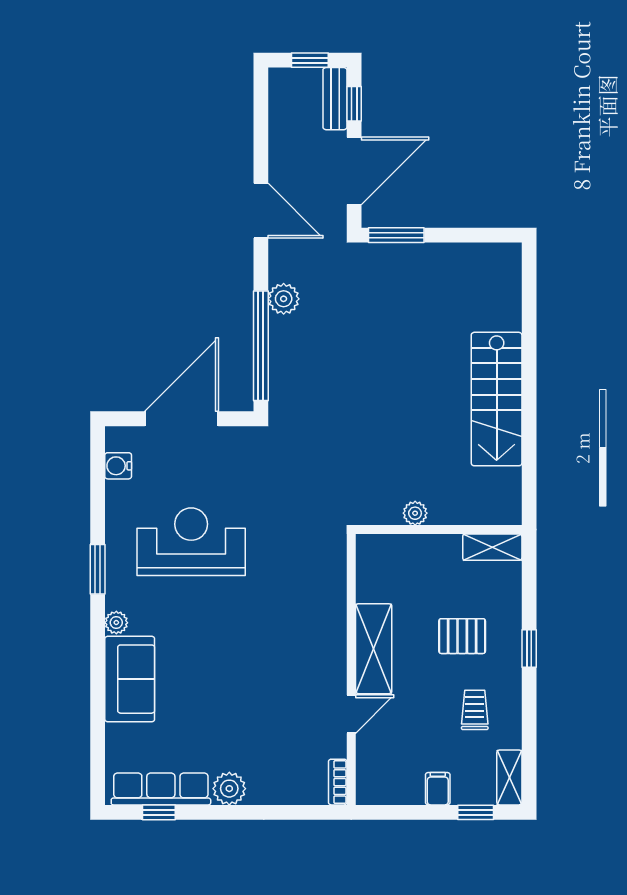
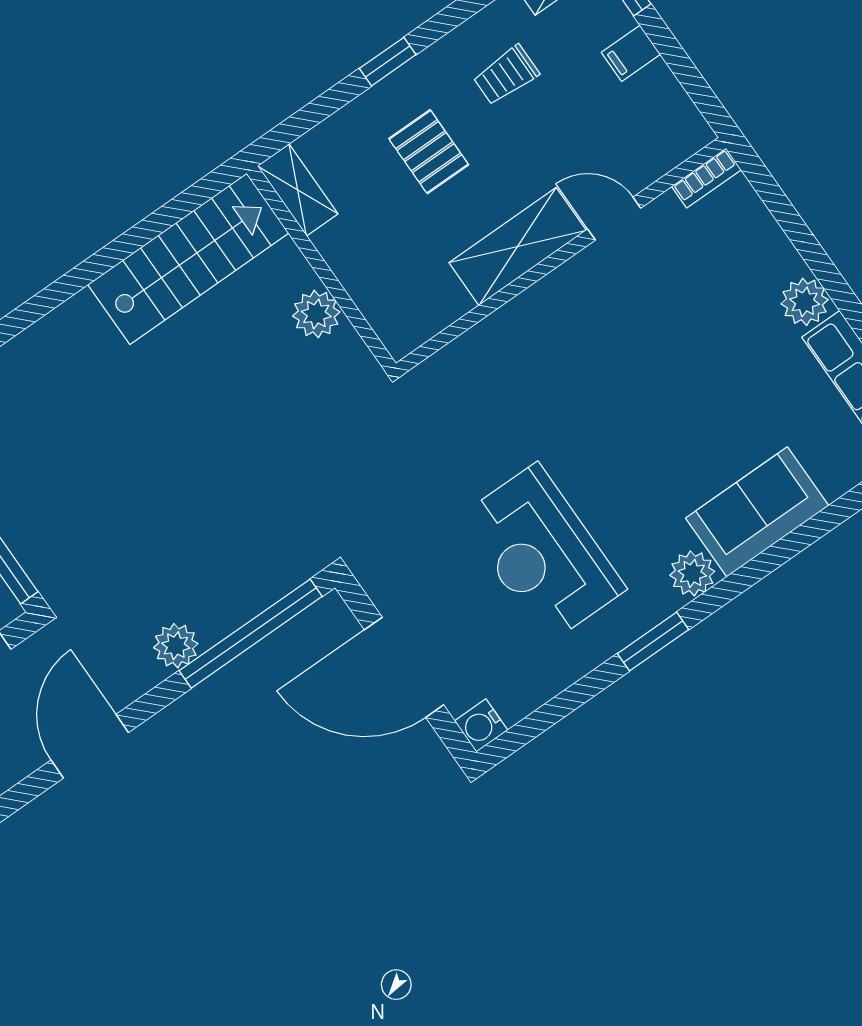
stairs: (497, 399) -> (188, 259), moved
water cooler: (118, 466) -> (481, 726), moved, turned 90
plant: (415, 513) -> (316, 314), width x1.38, depth x1.38
plant: (116, 623) -> (692, 573), width x1.38, depth x1.38

